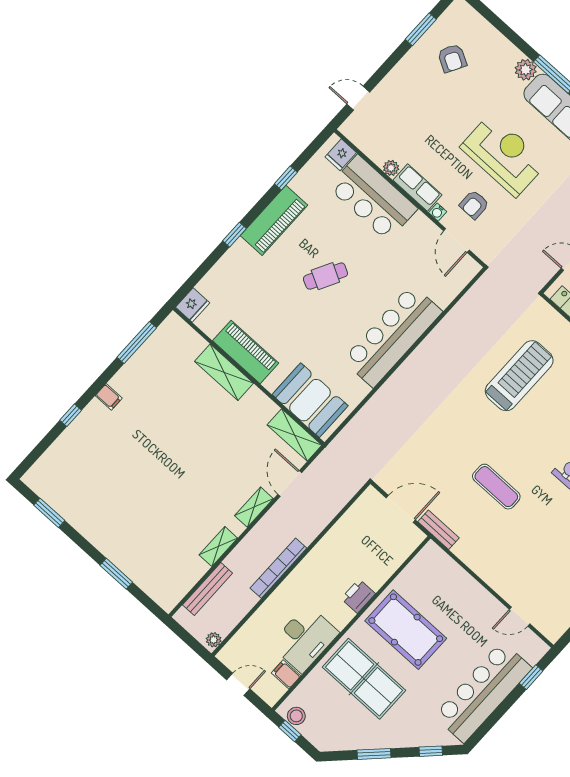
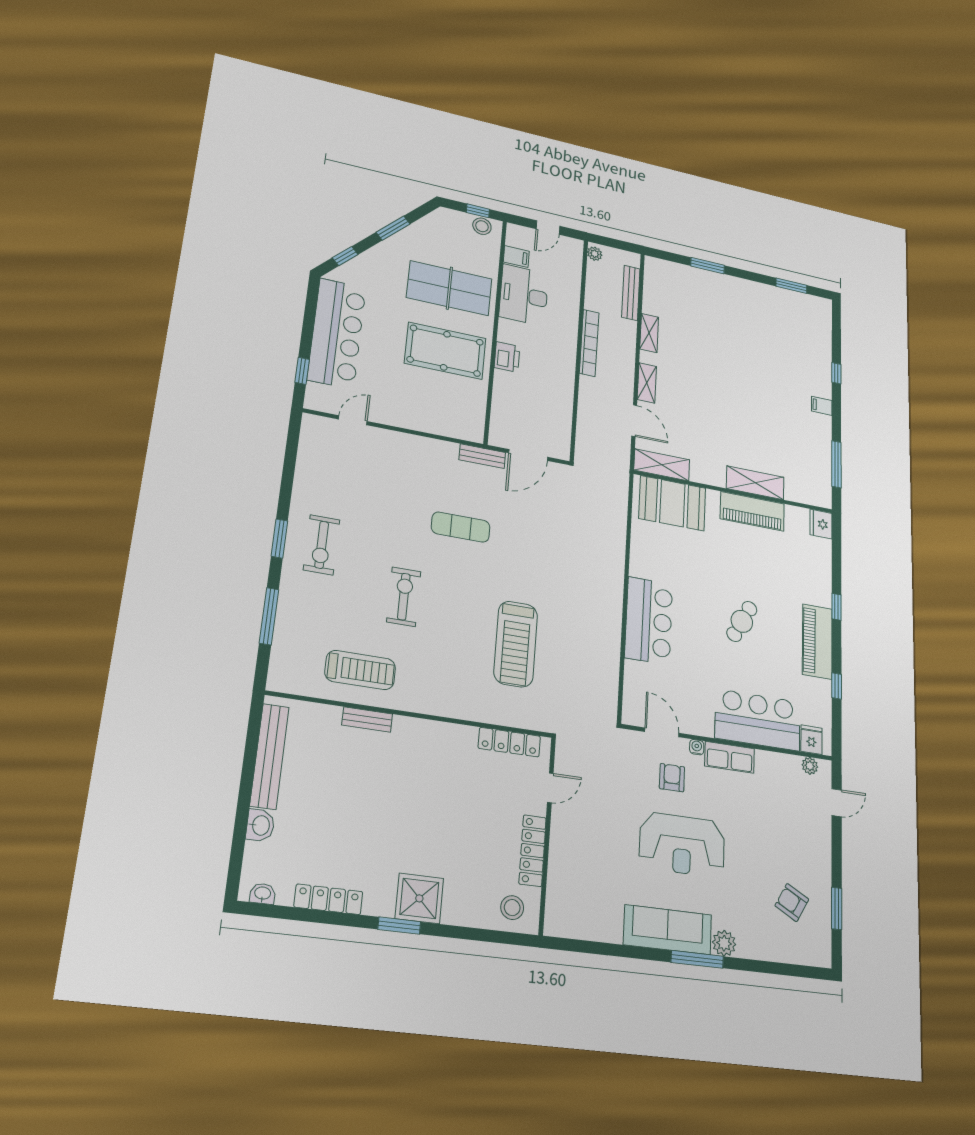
plant: (391, 168) -> (810, 766), moved
bar counter: (392, 336) -> (649, 621), width x0.73

